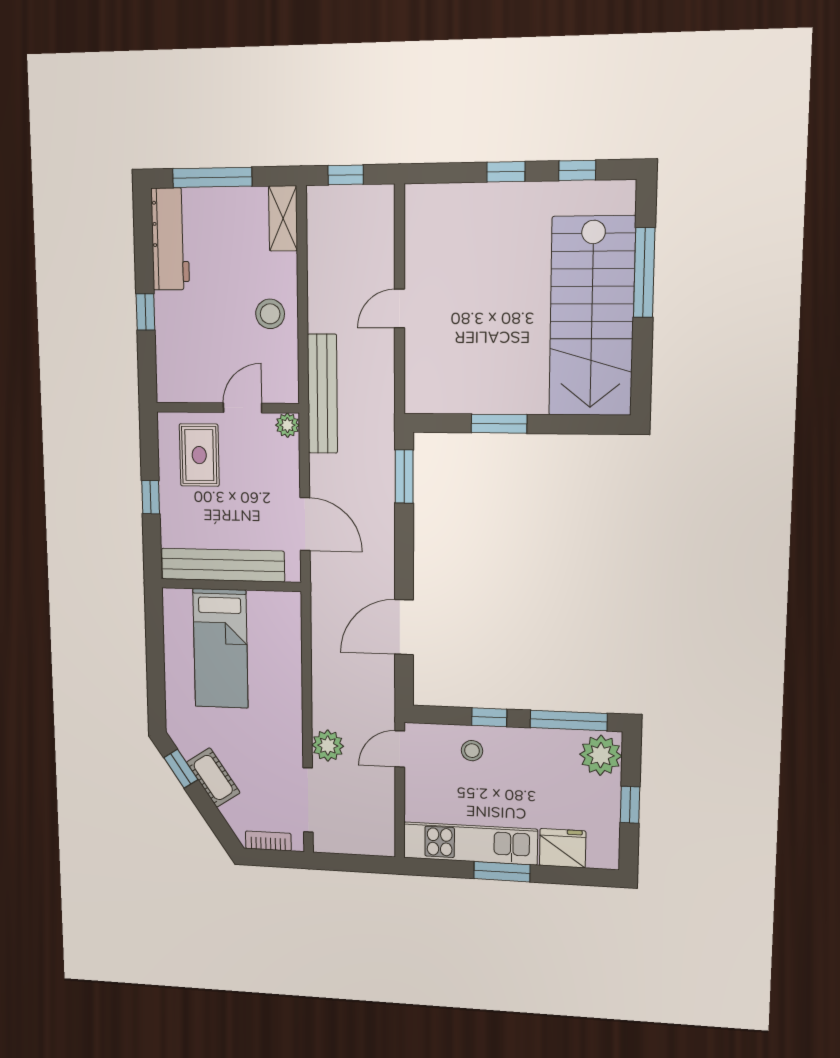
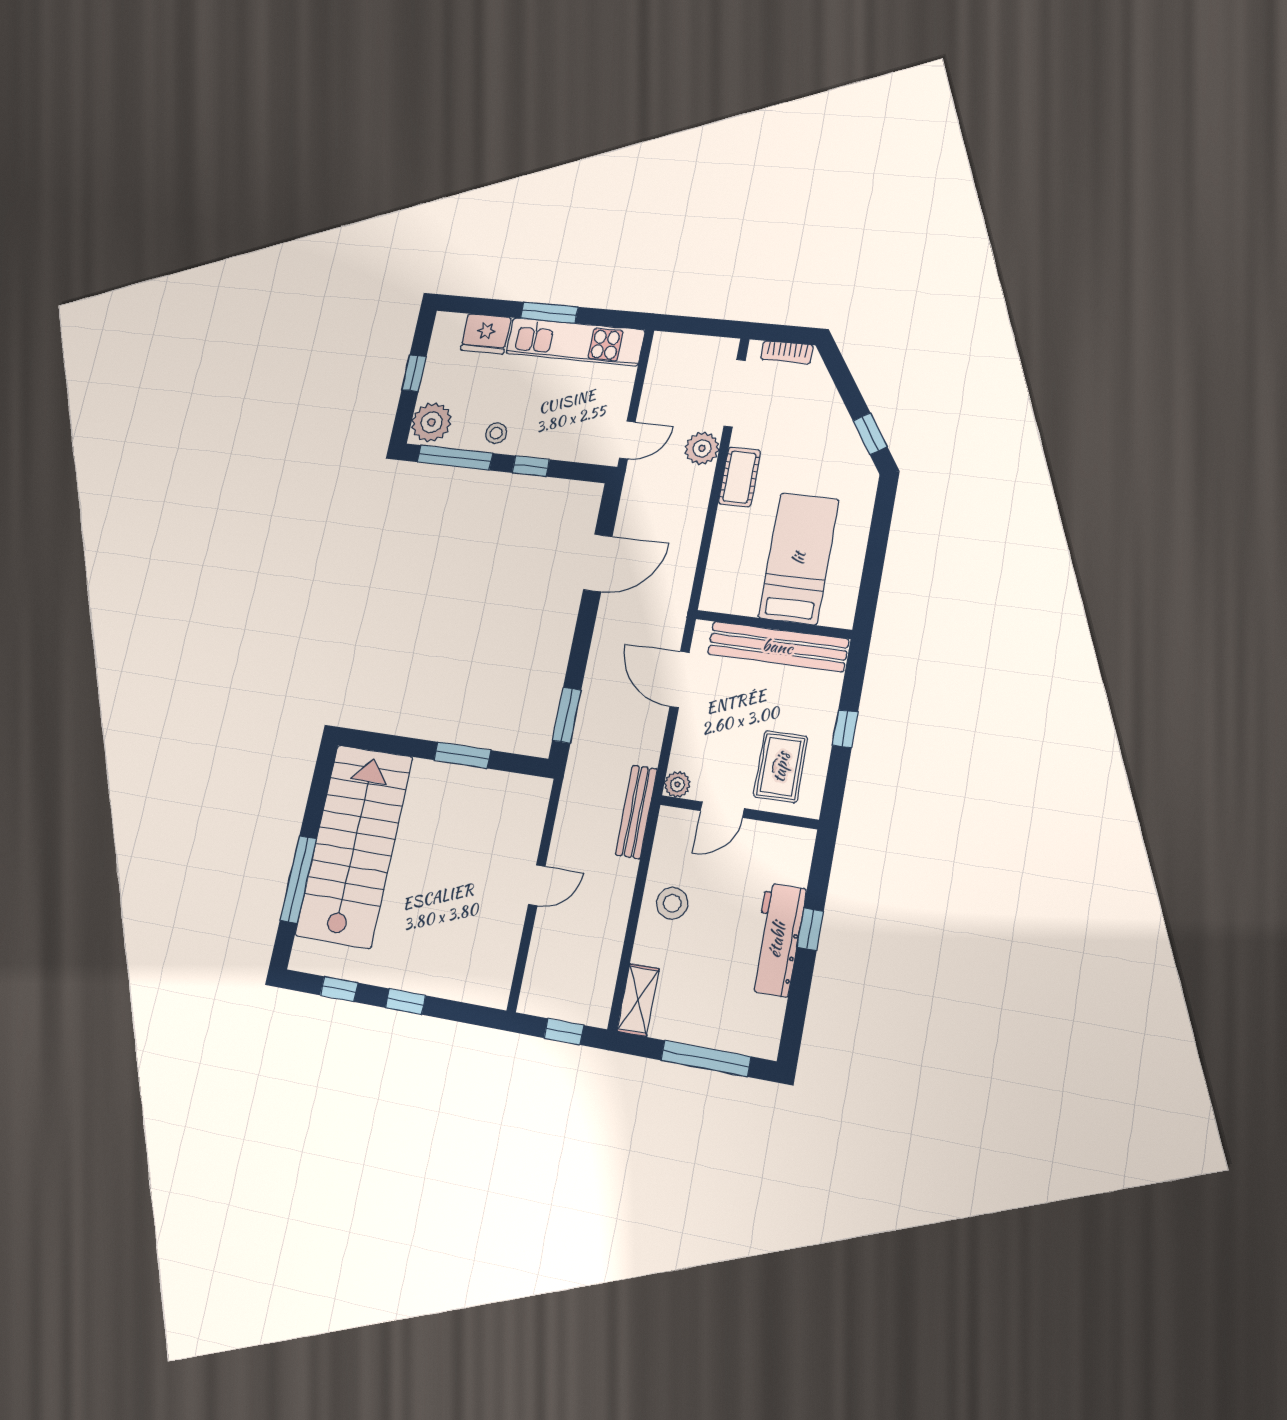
workbench: (170, 239) -> (777, 940), moved
bench: (322, 394) -> (636, 812), width x0.73, depth x0.82
stool: (472, 751) -> (496, 433), moved
cot: (213, 778) -> (739, 477), moved, turned 34

